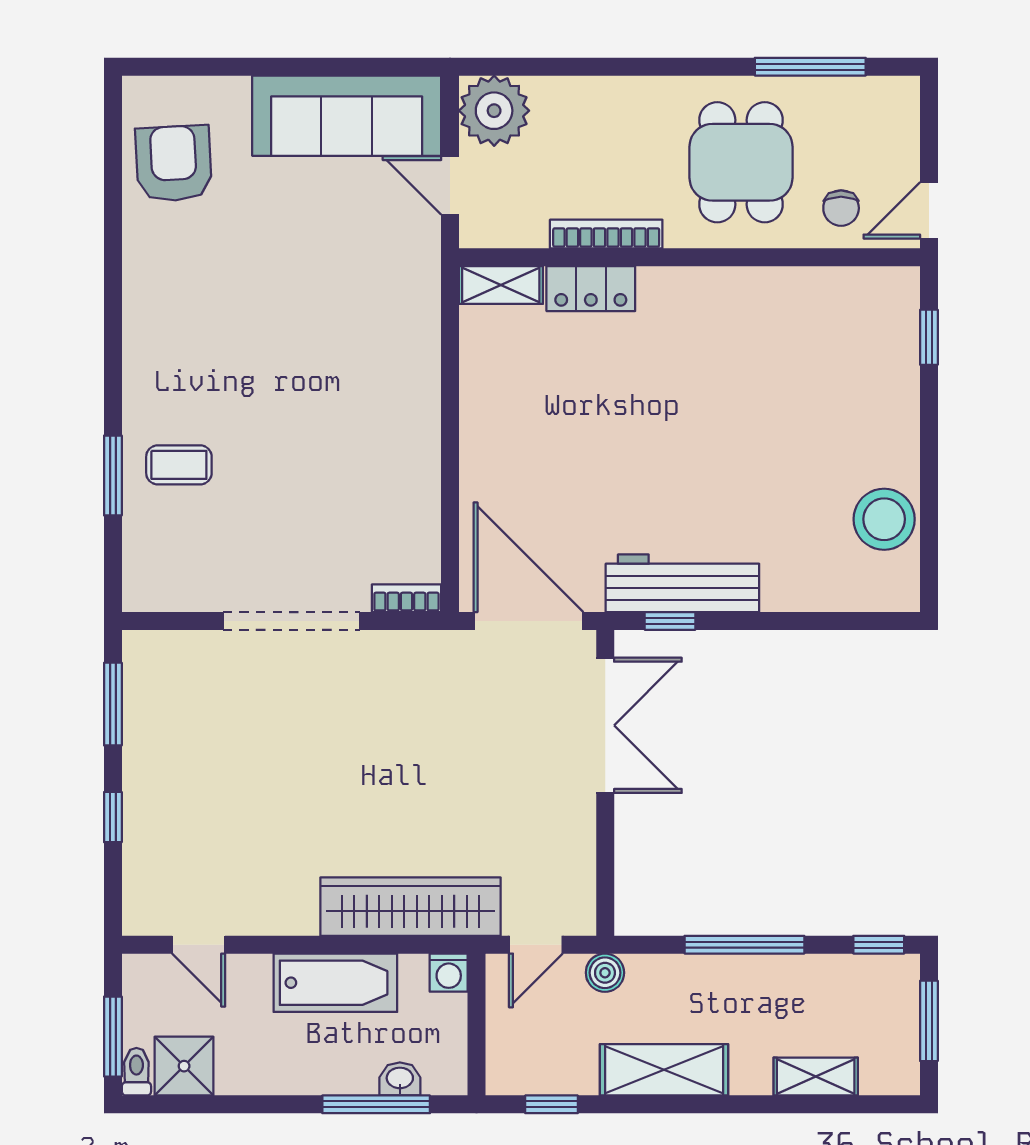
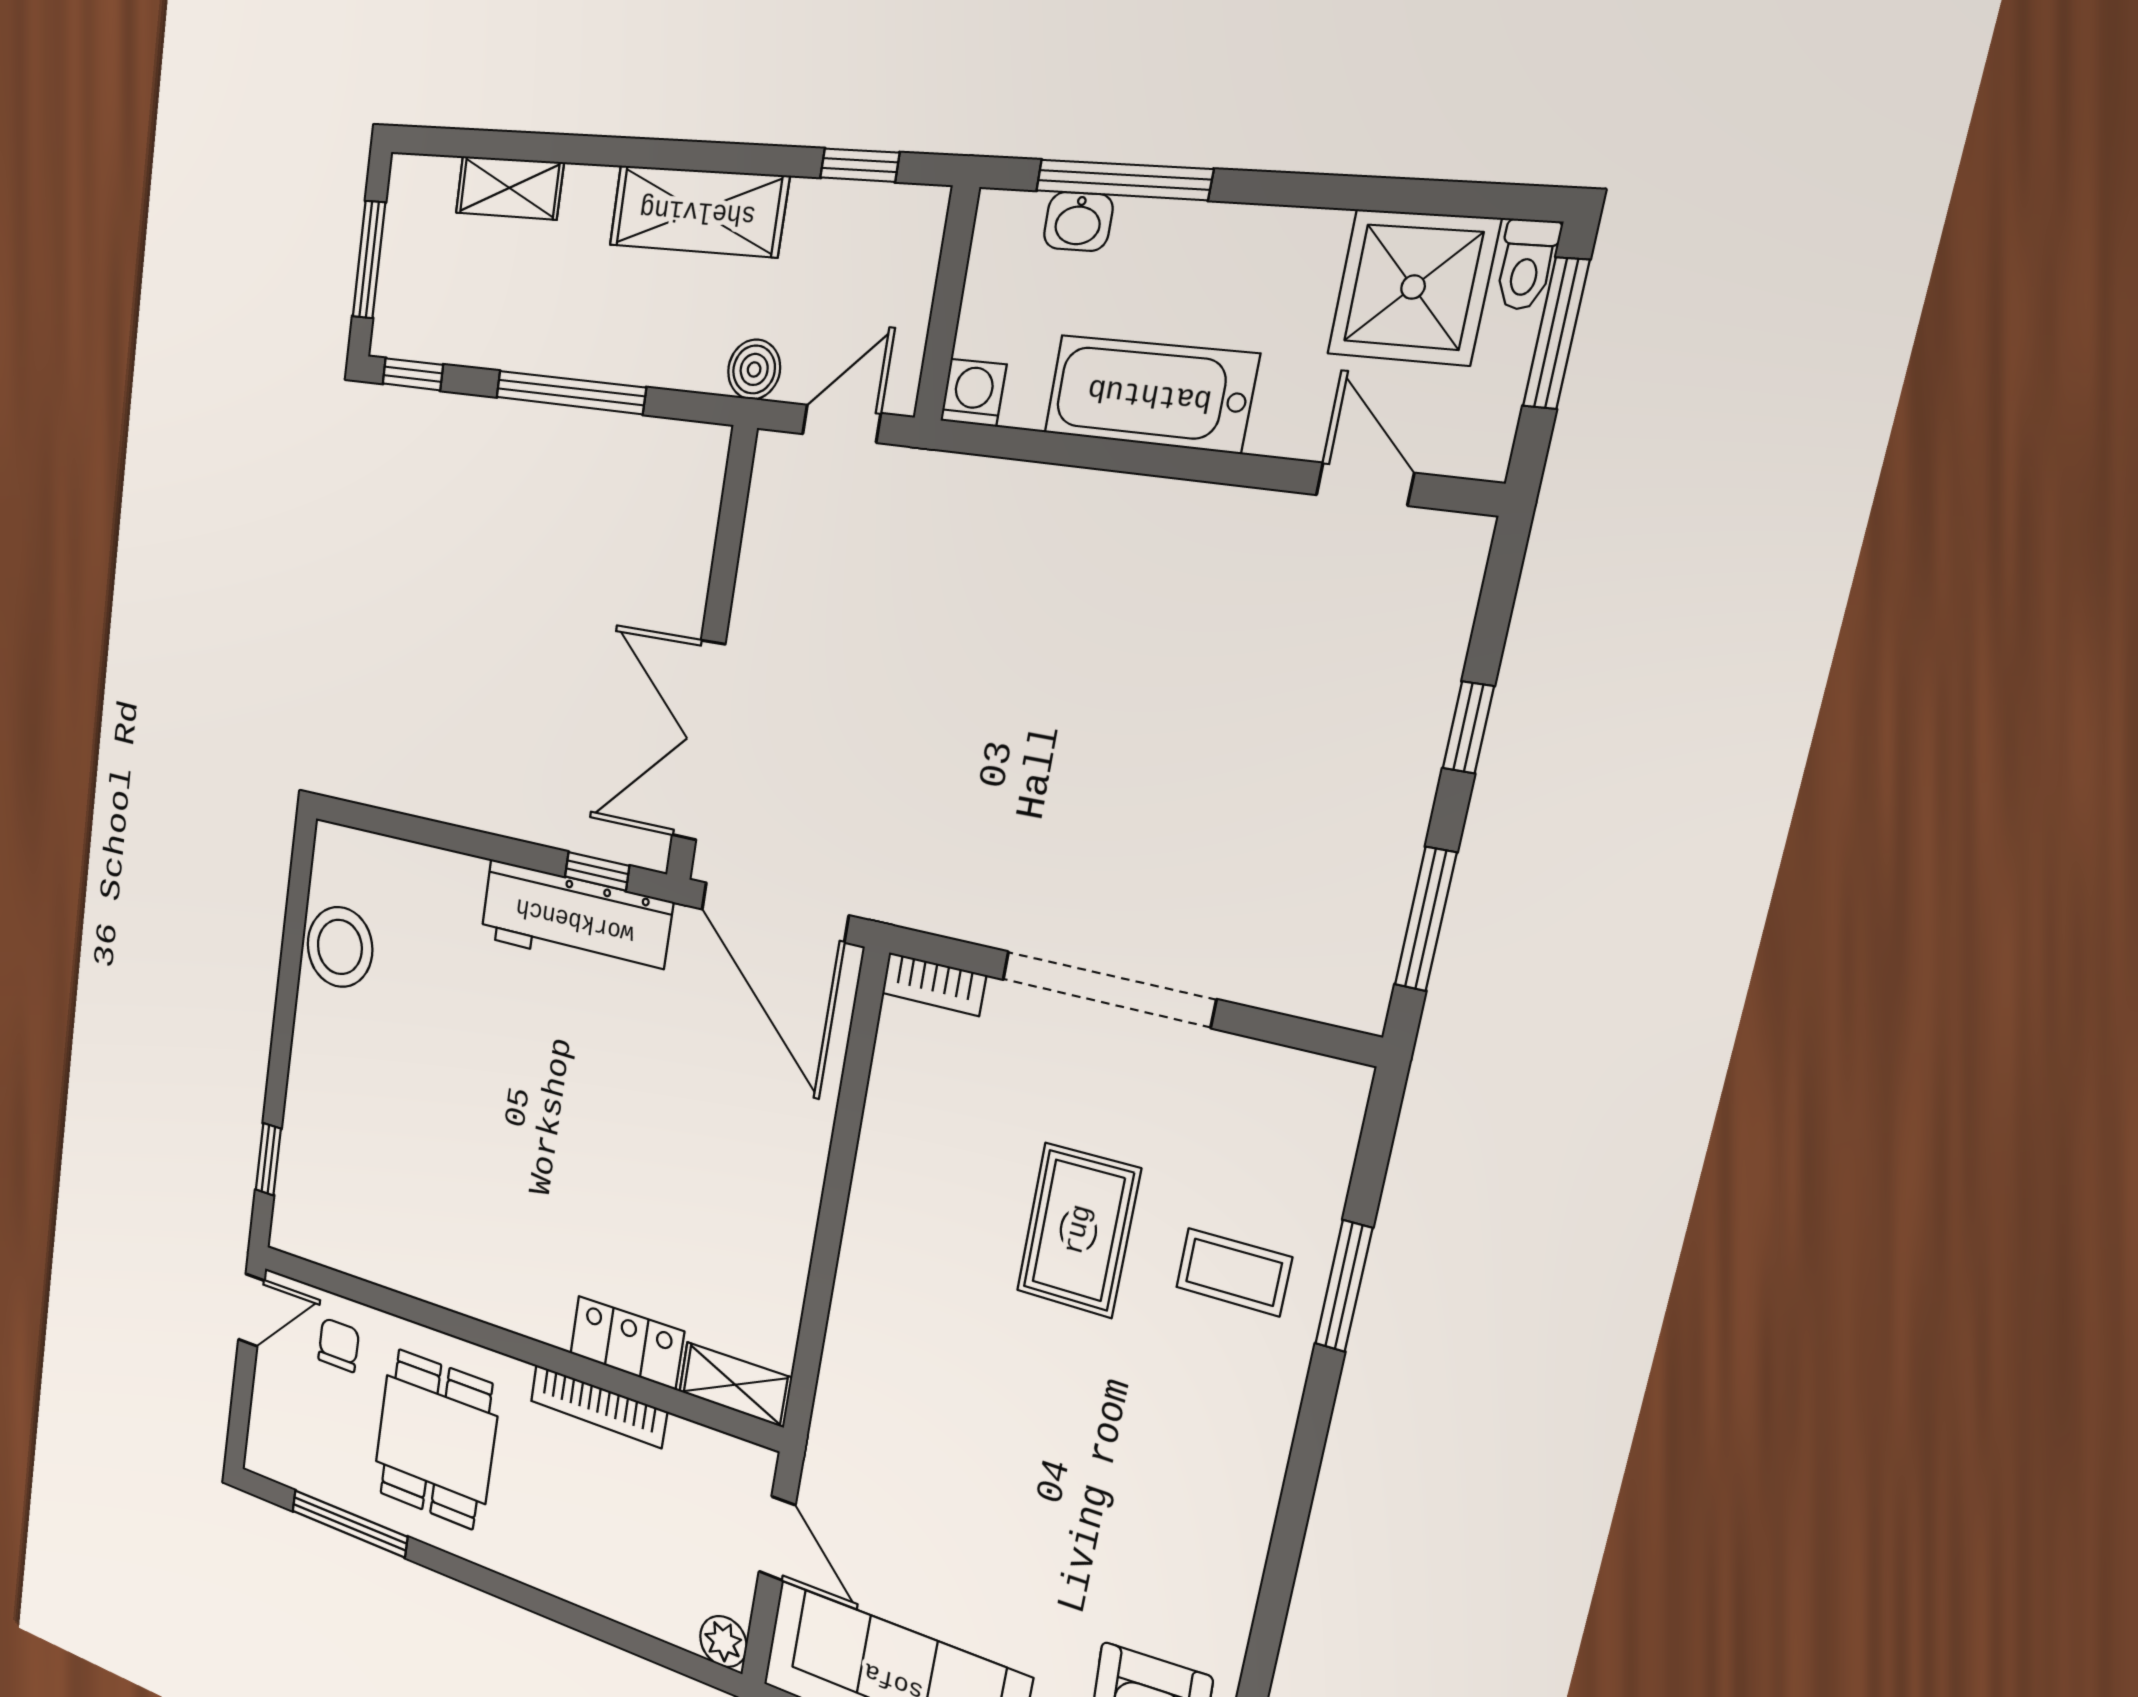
plant: (494, 111) -> (723, 1641), width x0.53, depth x0.53
rug: (280, 463) -> (1078, 1230), added
wardrobe: (411, 907) -> (1011, 506), removed
shower: (184, 1066) -> (1413, 287), width x1.36, depth x1.36

